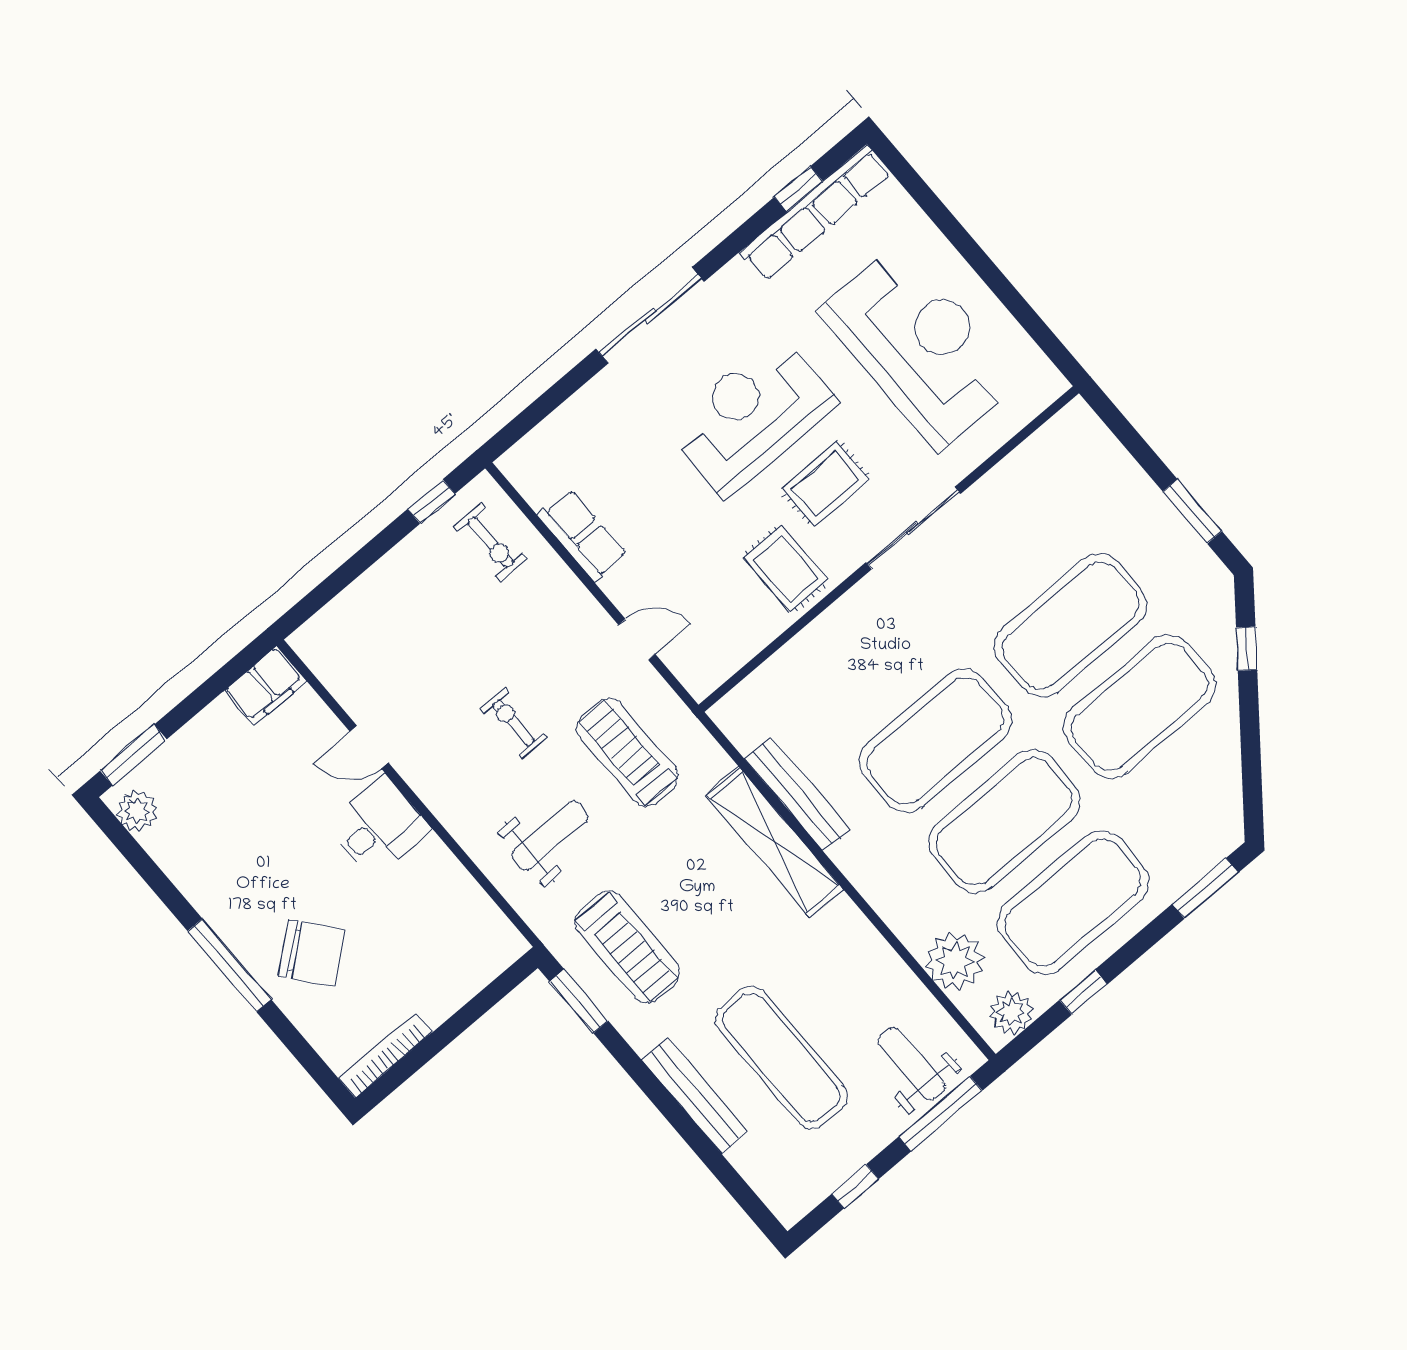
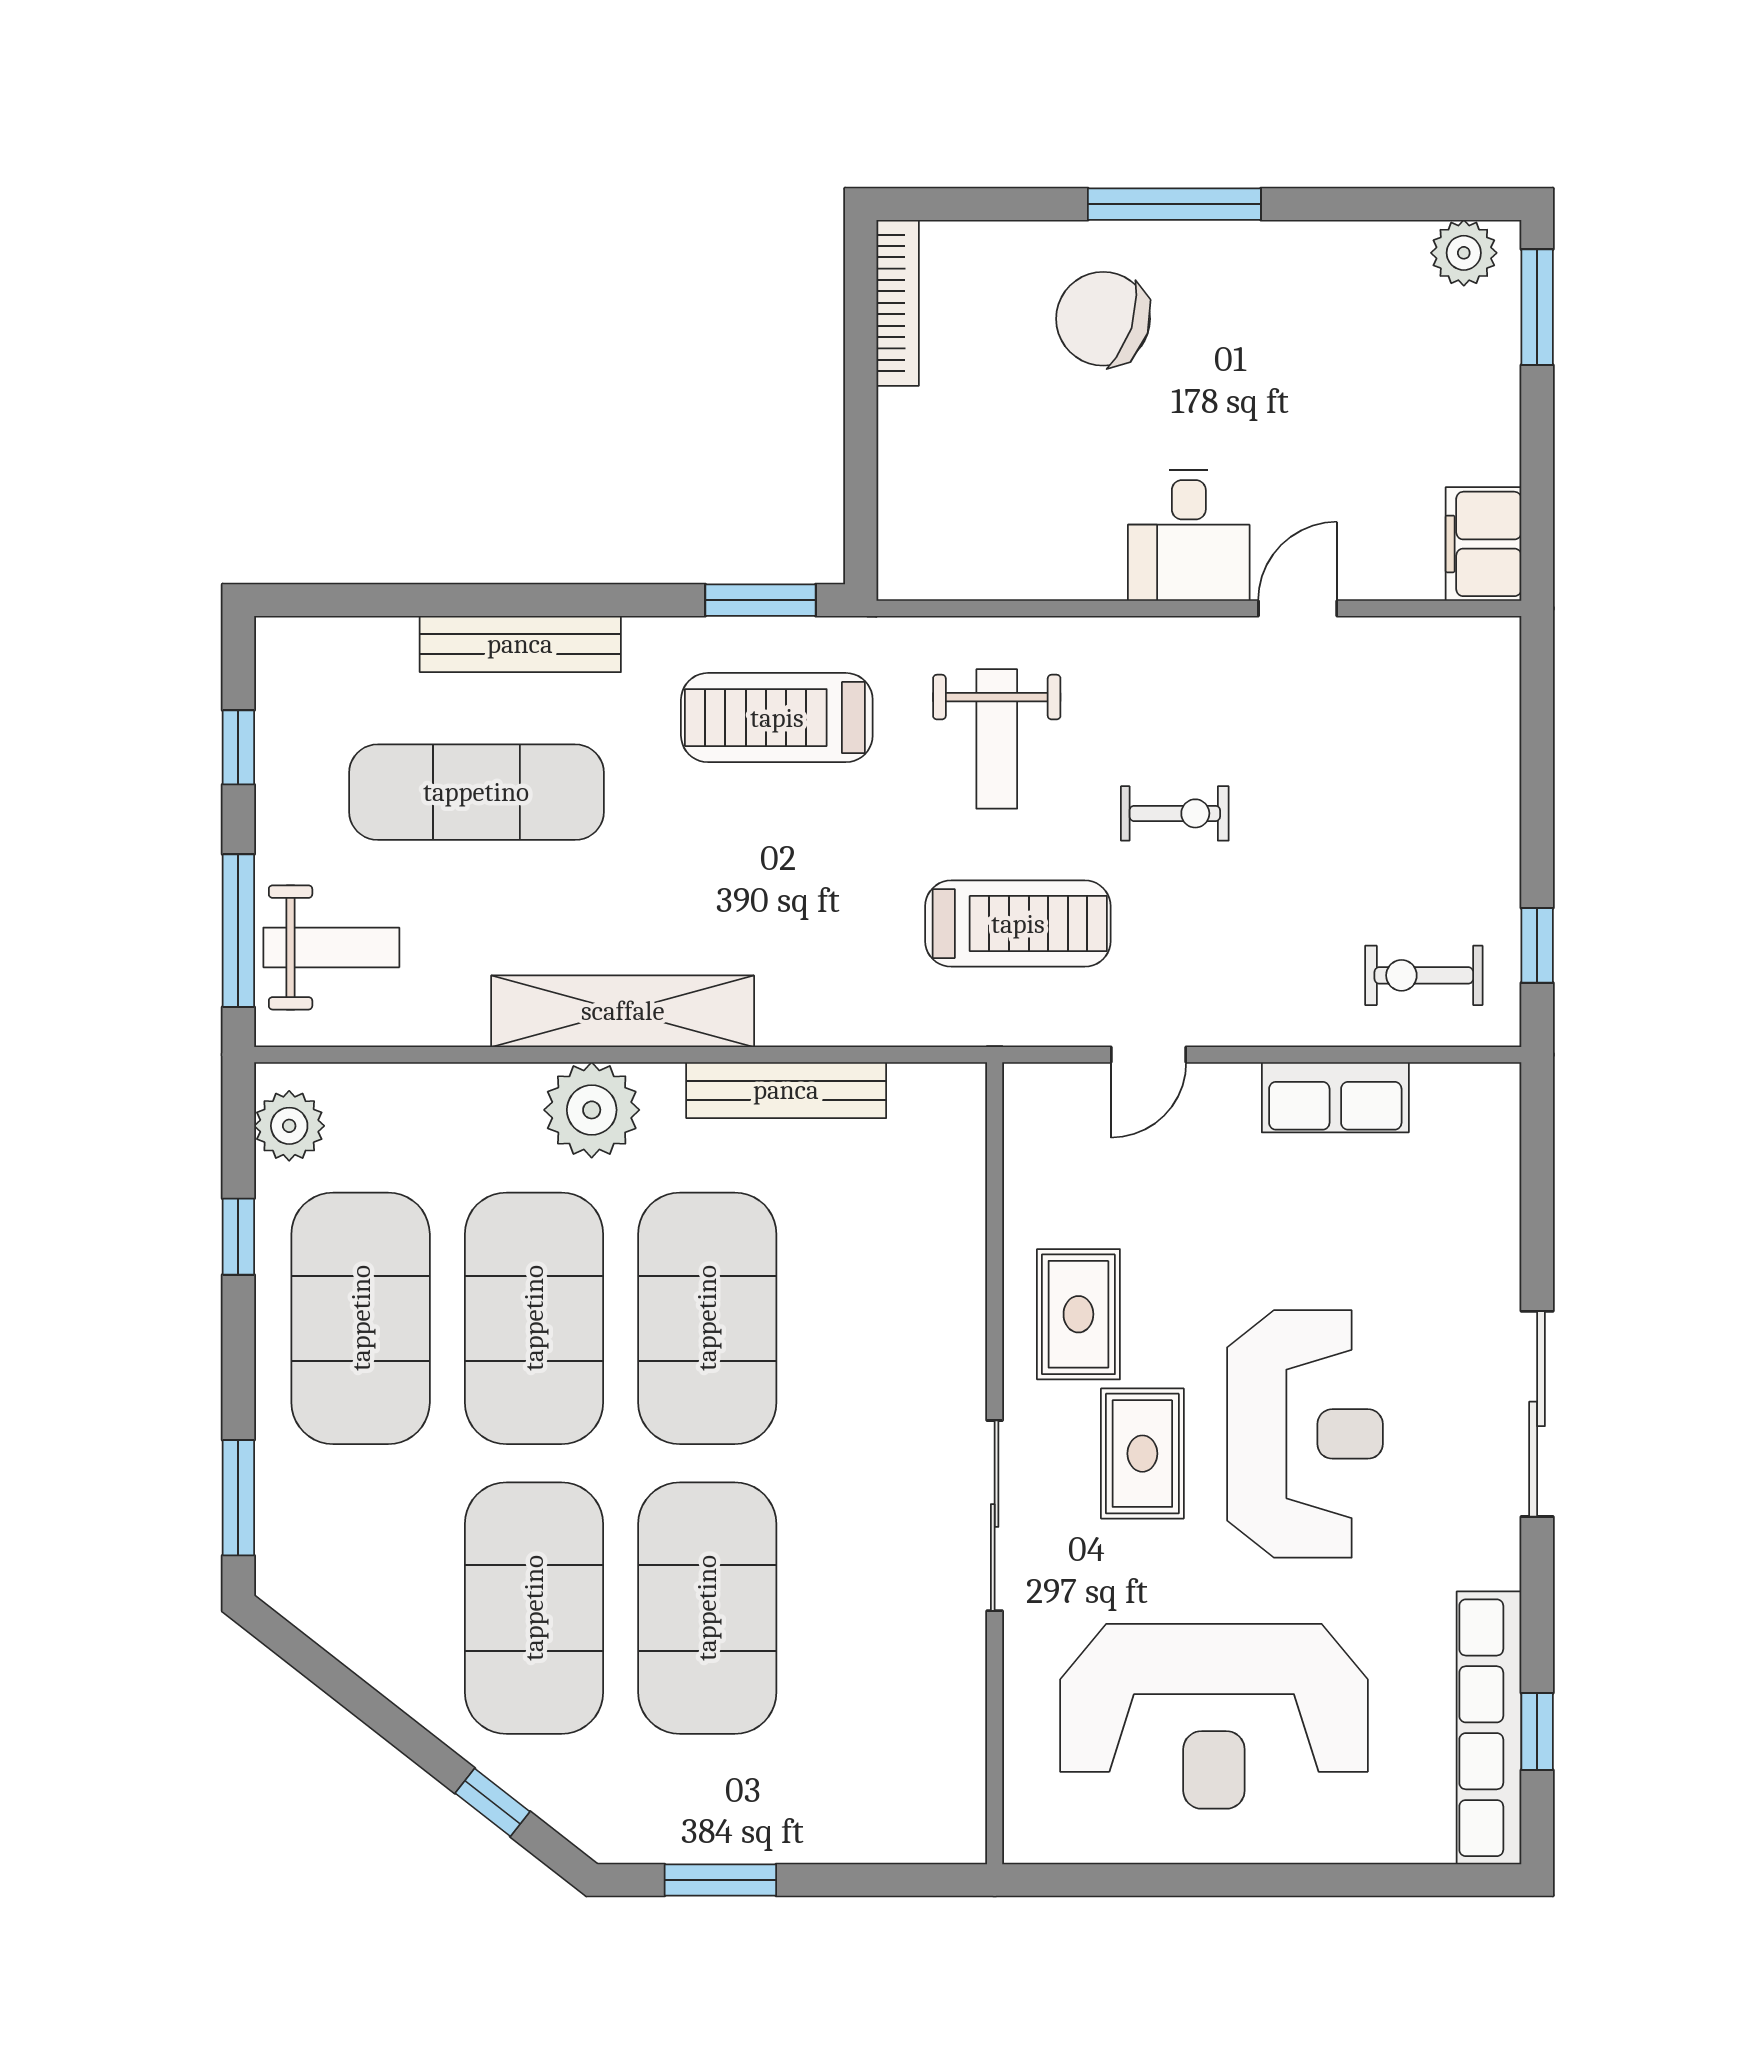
rug: (786, 569) -> (1078, 1314), turned 90
shelving: (775, 842) -> (623, 1011), moved
chair: (311, 953) -> (1103, 319), turned 57
plant: (955, 961) -> (592, 1110), moved

